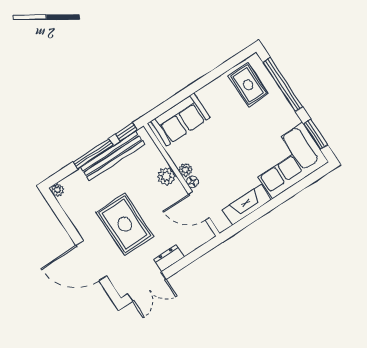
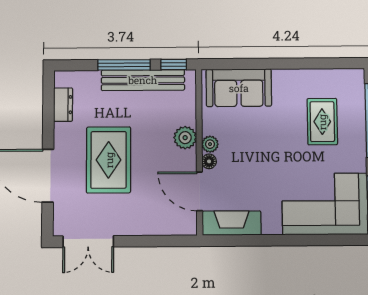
rug: (248, 85) -> (322, 122), moved
plant: (57, 190) -> (62, 78), removed
fireplace: (247, 205) -> (232, 223), moved
dresser: (169, 258) -> (63, 105), moved, turned 90

